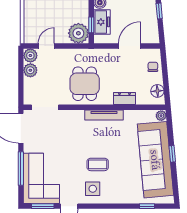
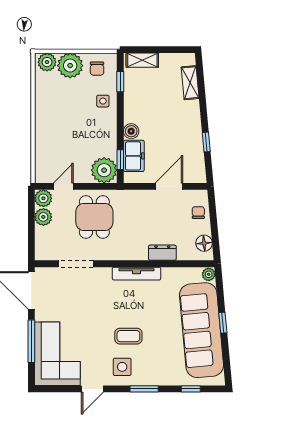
dining table: (85, 84) -> (94, 217), moved
doorway: (45, 107) -> (76, 264), moved
window: (43, 206) -> (144, 389), moved

